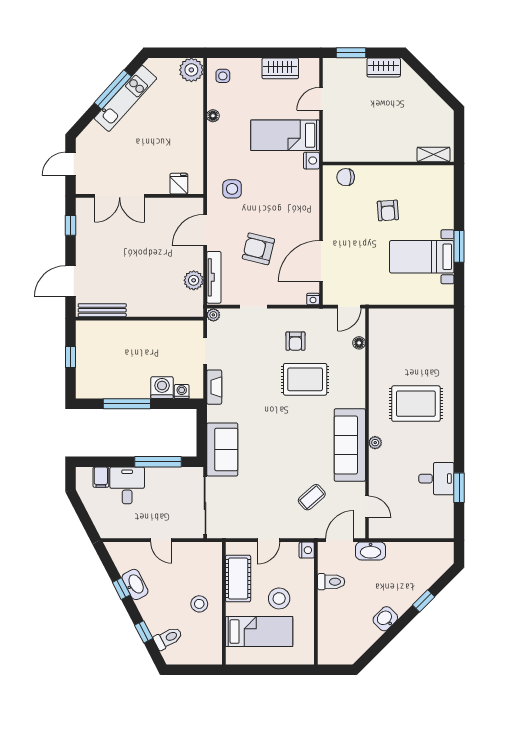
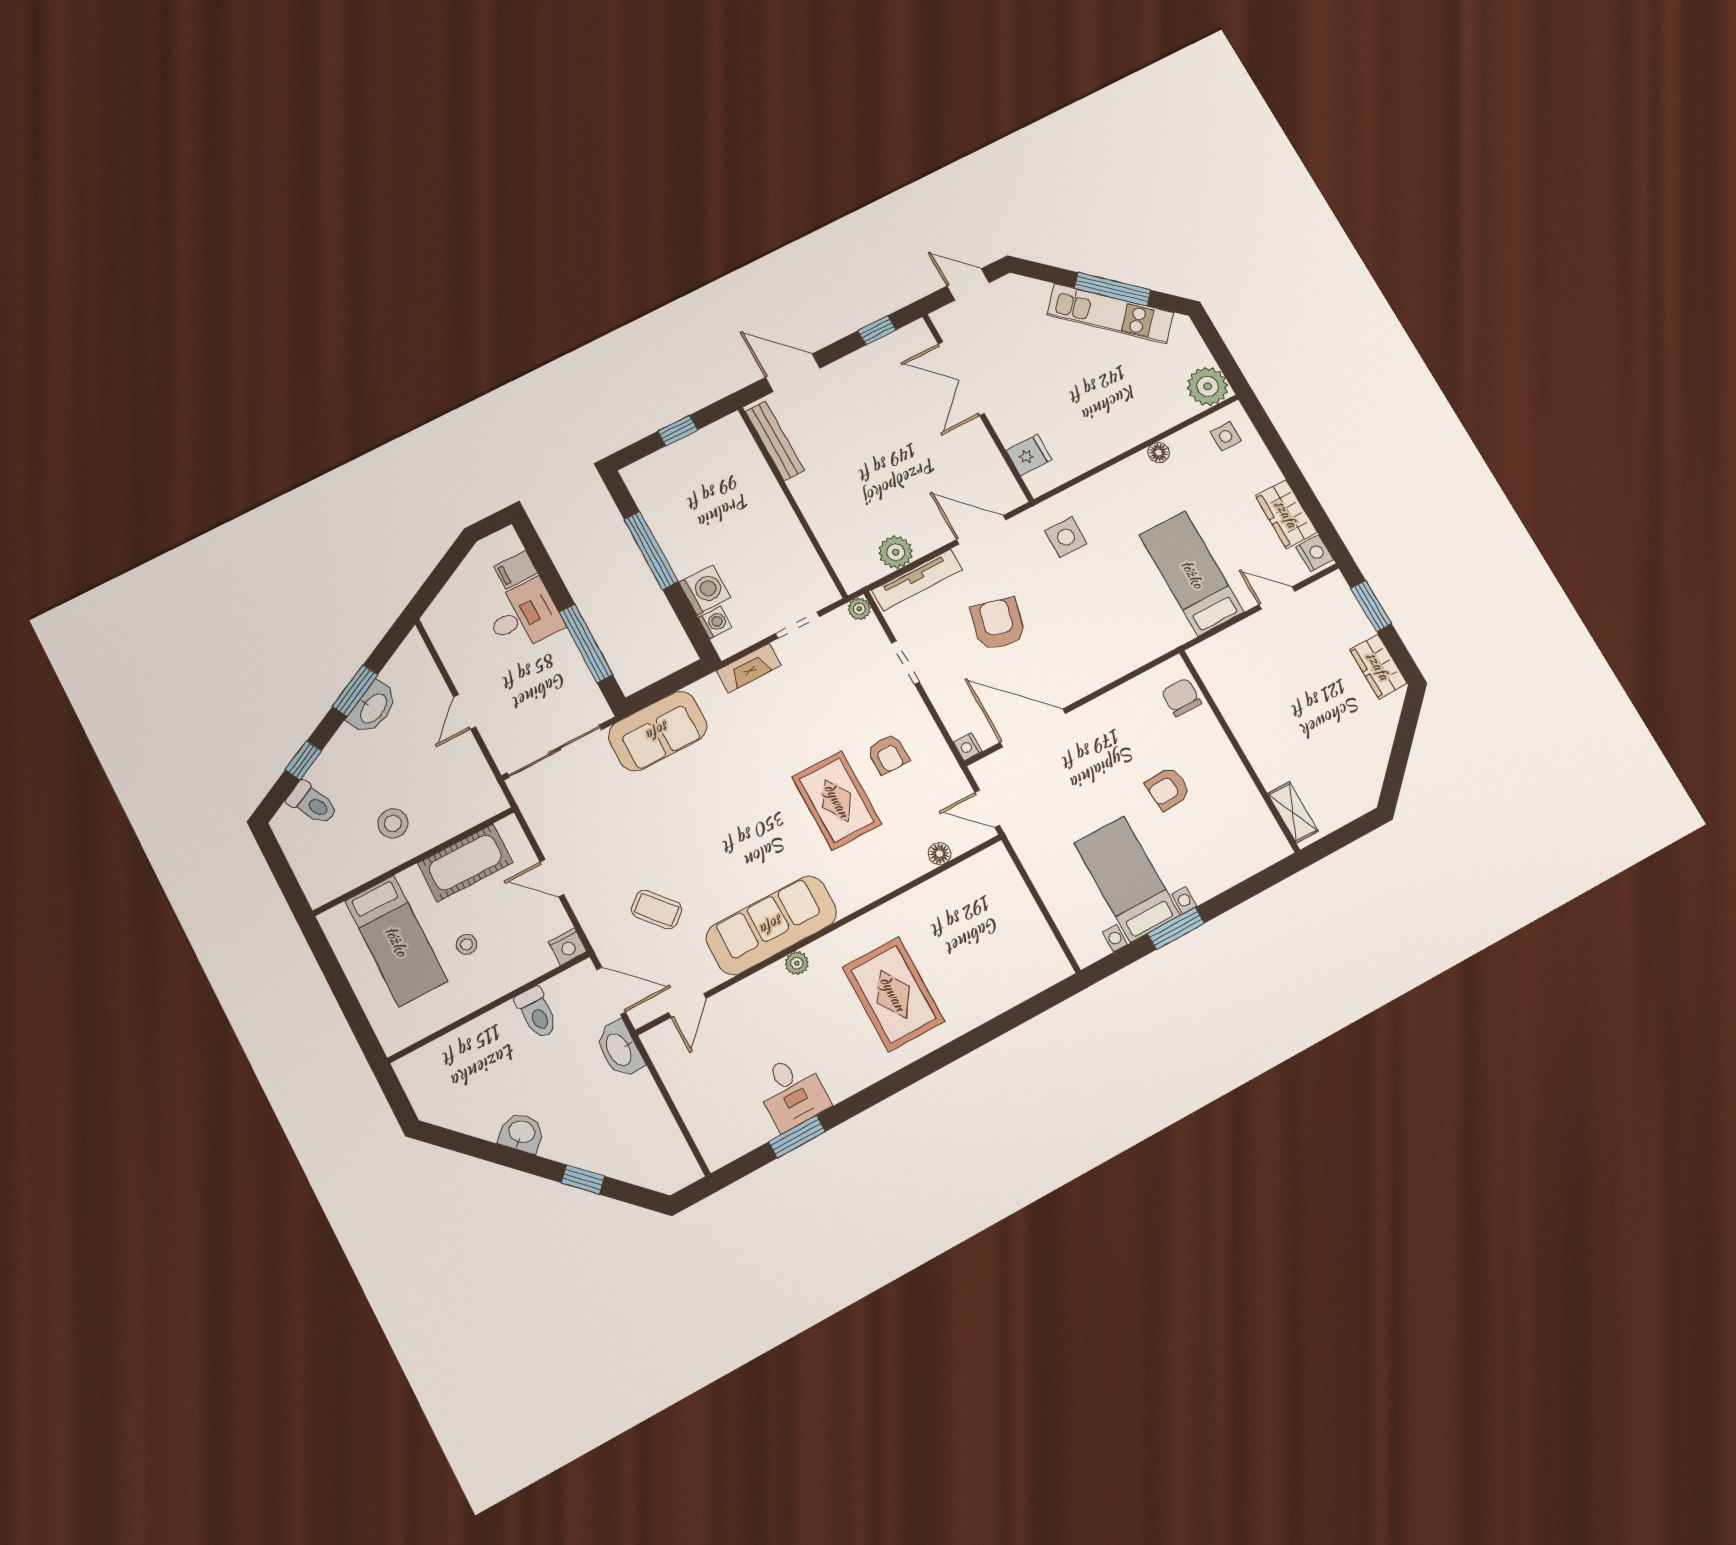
nightstand: (311, 161) -> (1315, 553), moved, turned -90
armchair: (295, 341) -> (888, 754), turned -90
window: (121, 589) -> (355, 690), width x1.50
stool: (279, 598) -> (467, 944), width x0.53, depth x0.53

